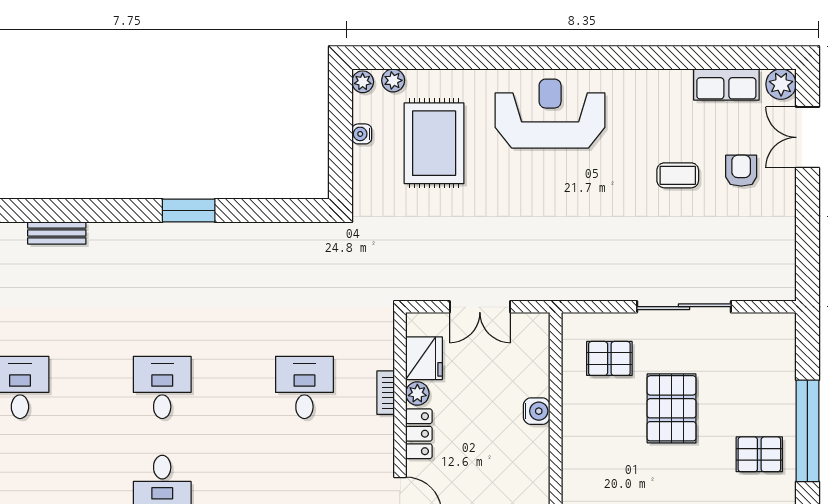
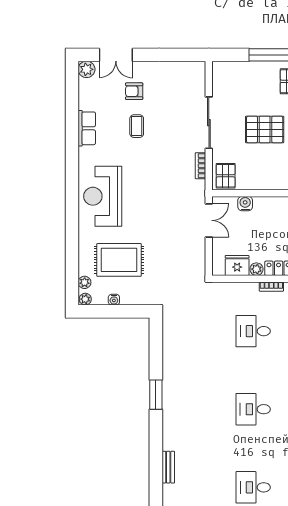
row of seats: (726, 85) -> (87, 128), moved
bookcase: (606, 292) -> (201, 166), added
double door: (480, 307) -> (209, 220), moved
pallet: (609, 358) -> (226, 176), moved
bookcase: (386, 393) -> (271, 287), moved
water cooler: (537, 411) -> (245, 204), moved

